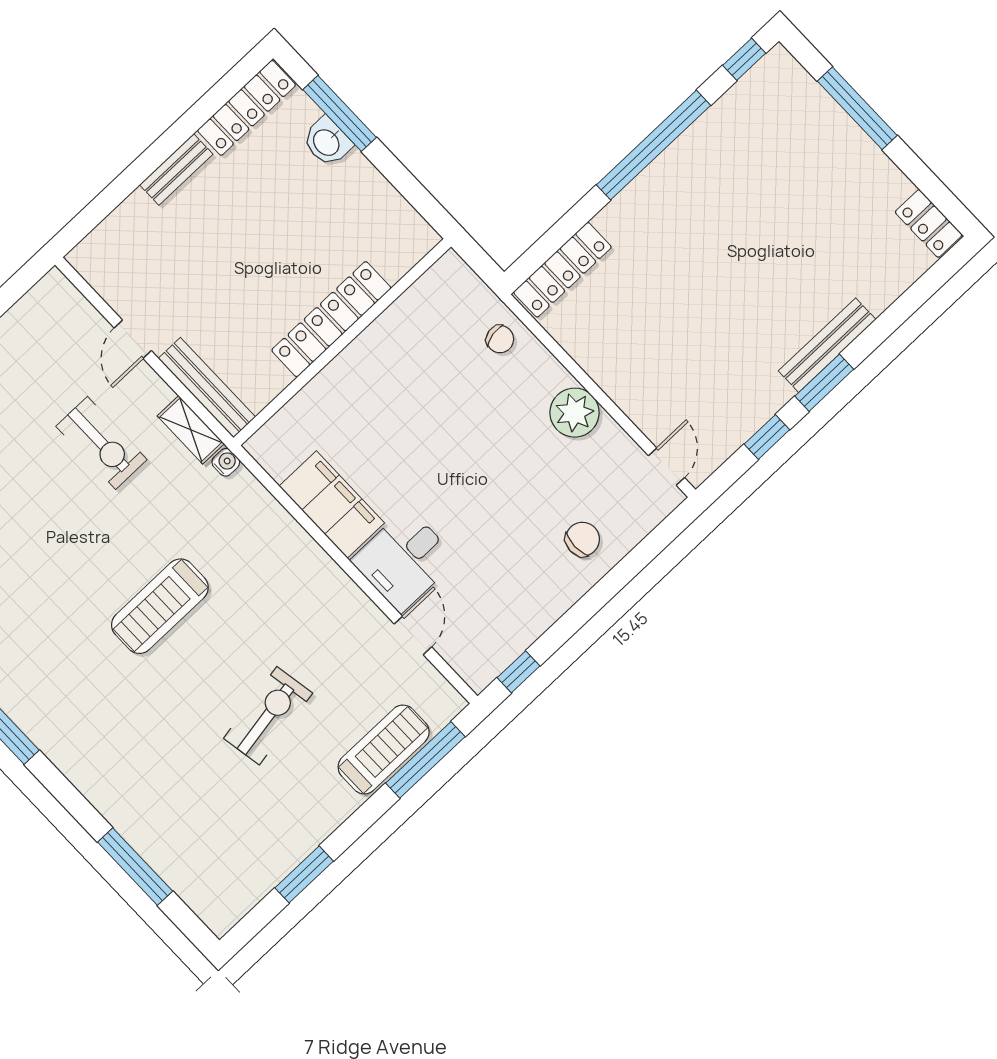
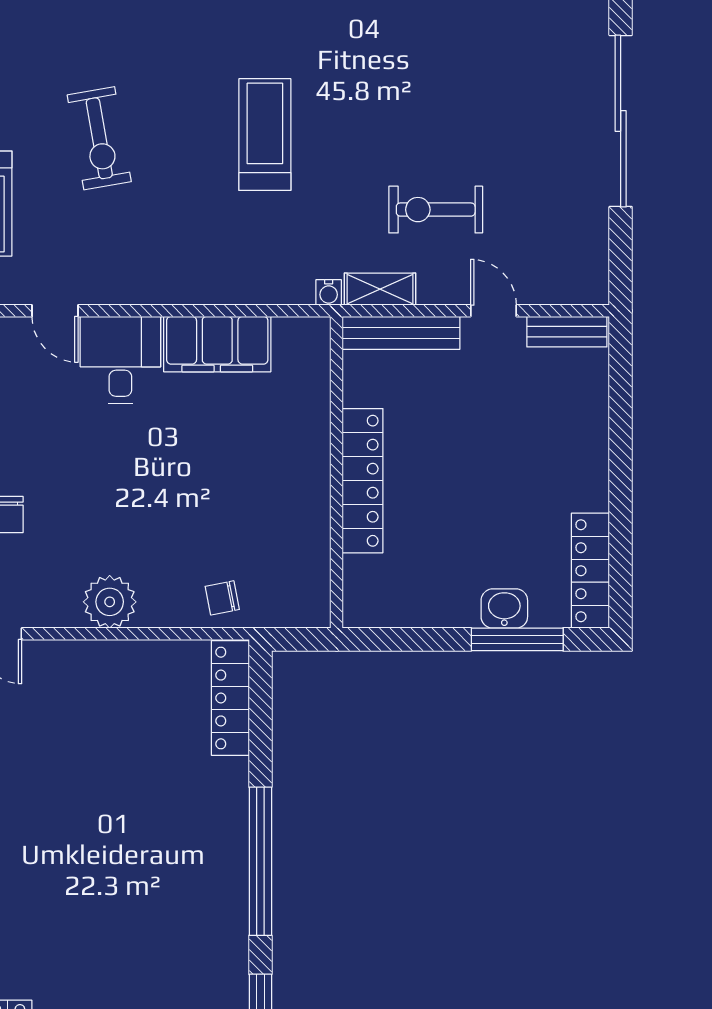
bench: (176, 169) -> (567, 332), moved, turned 90

